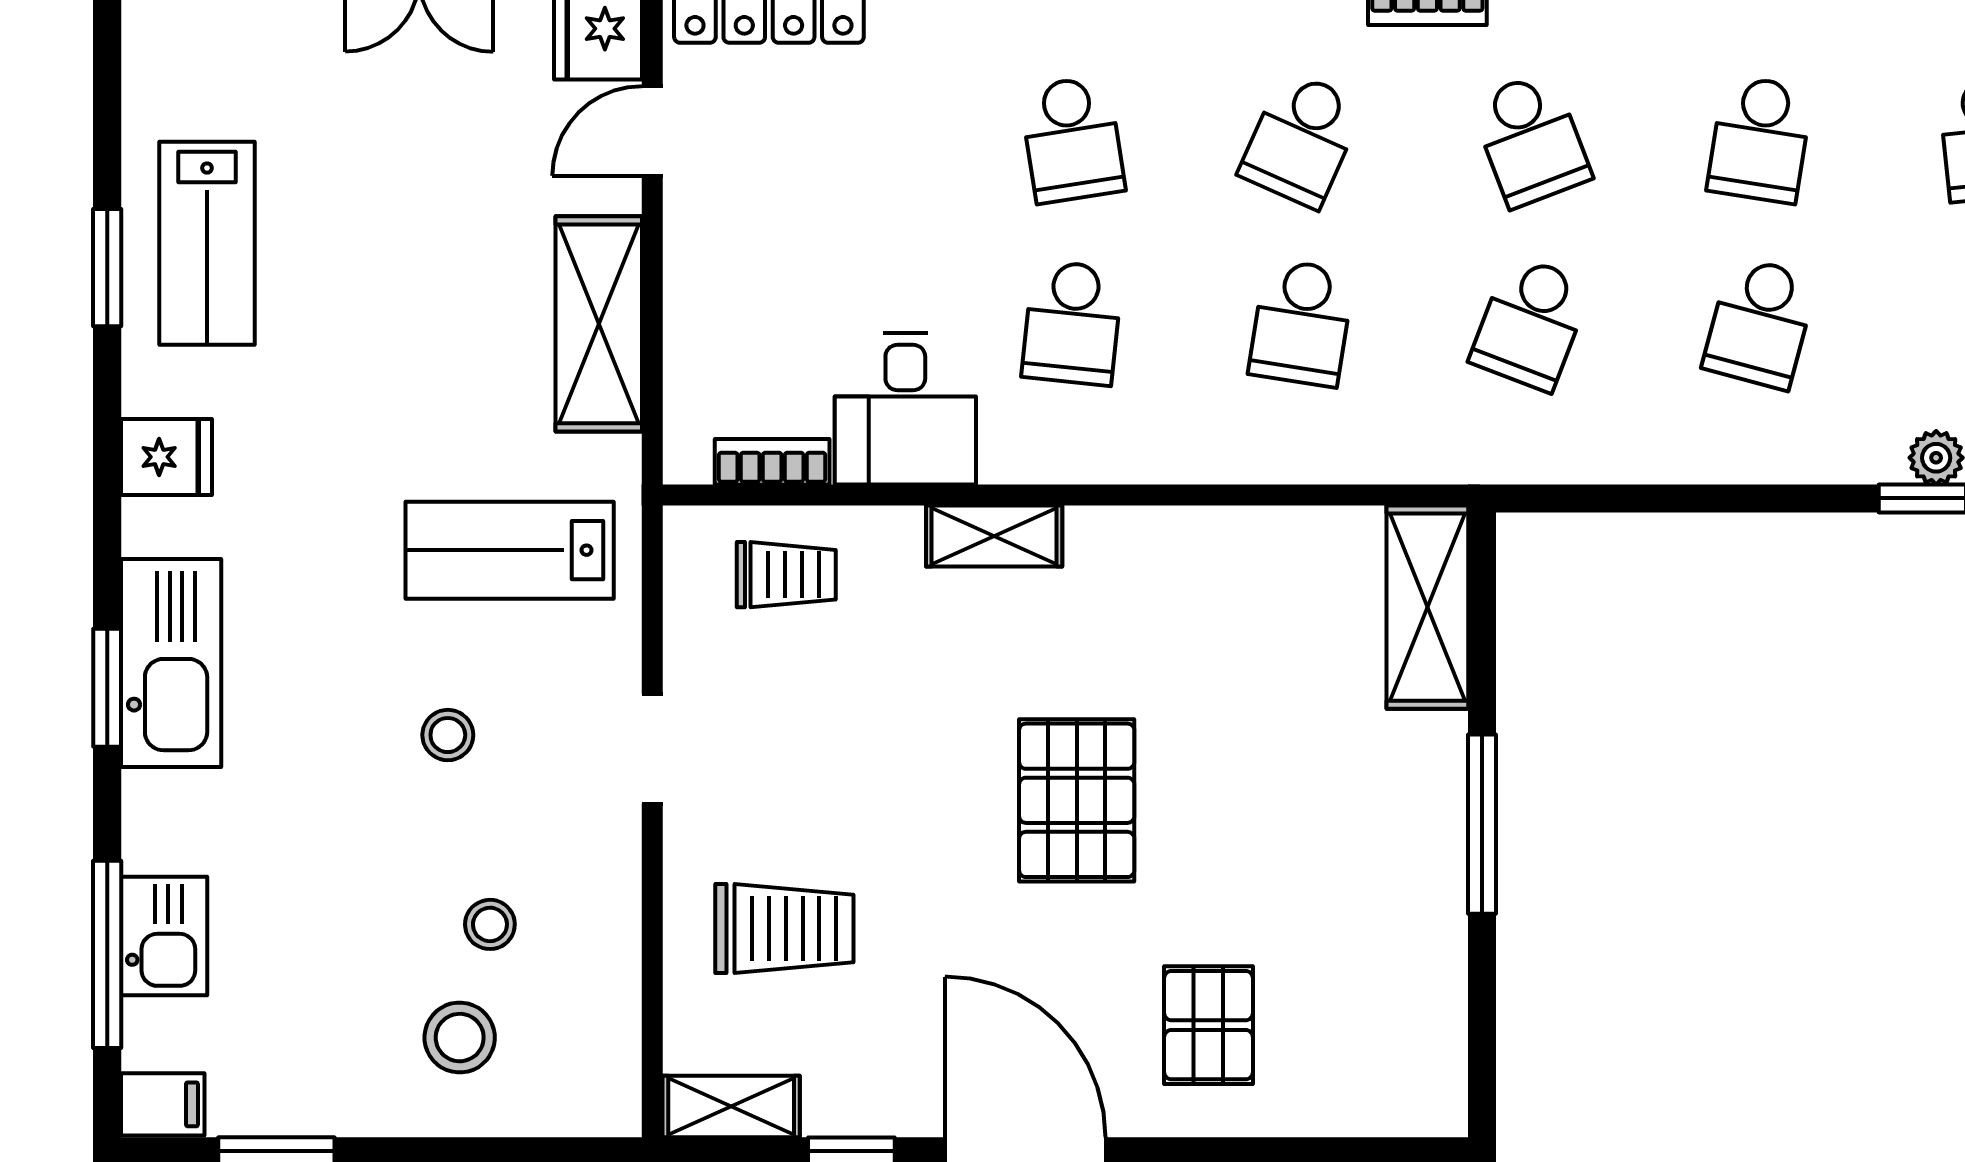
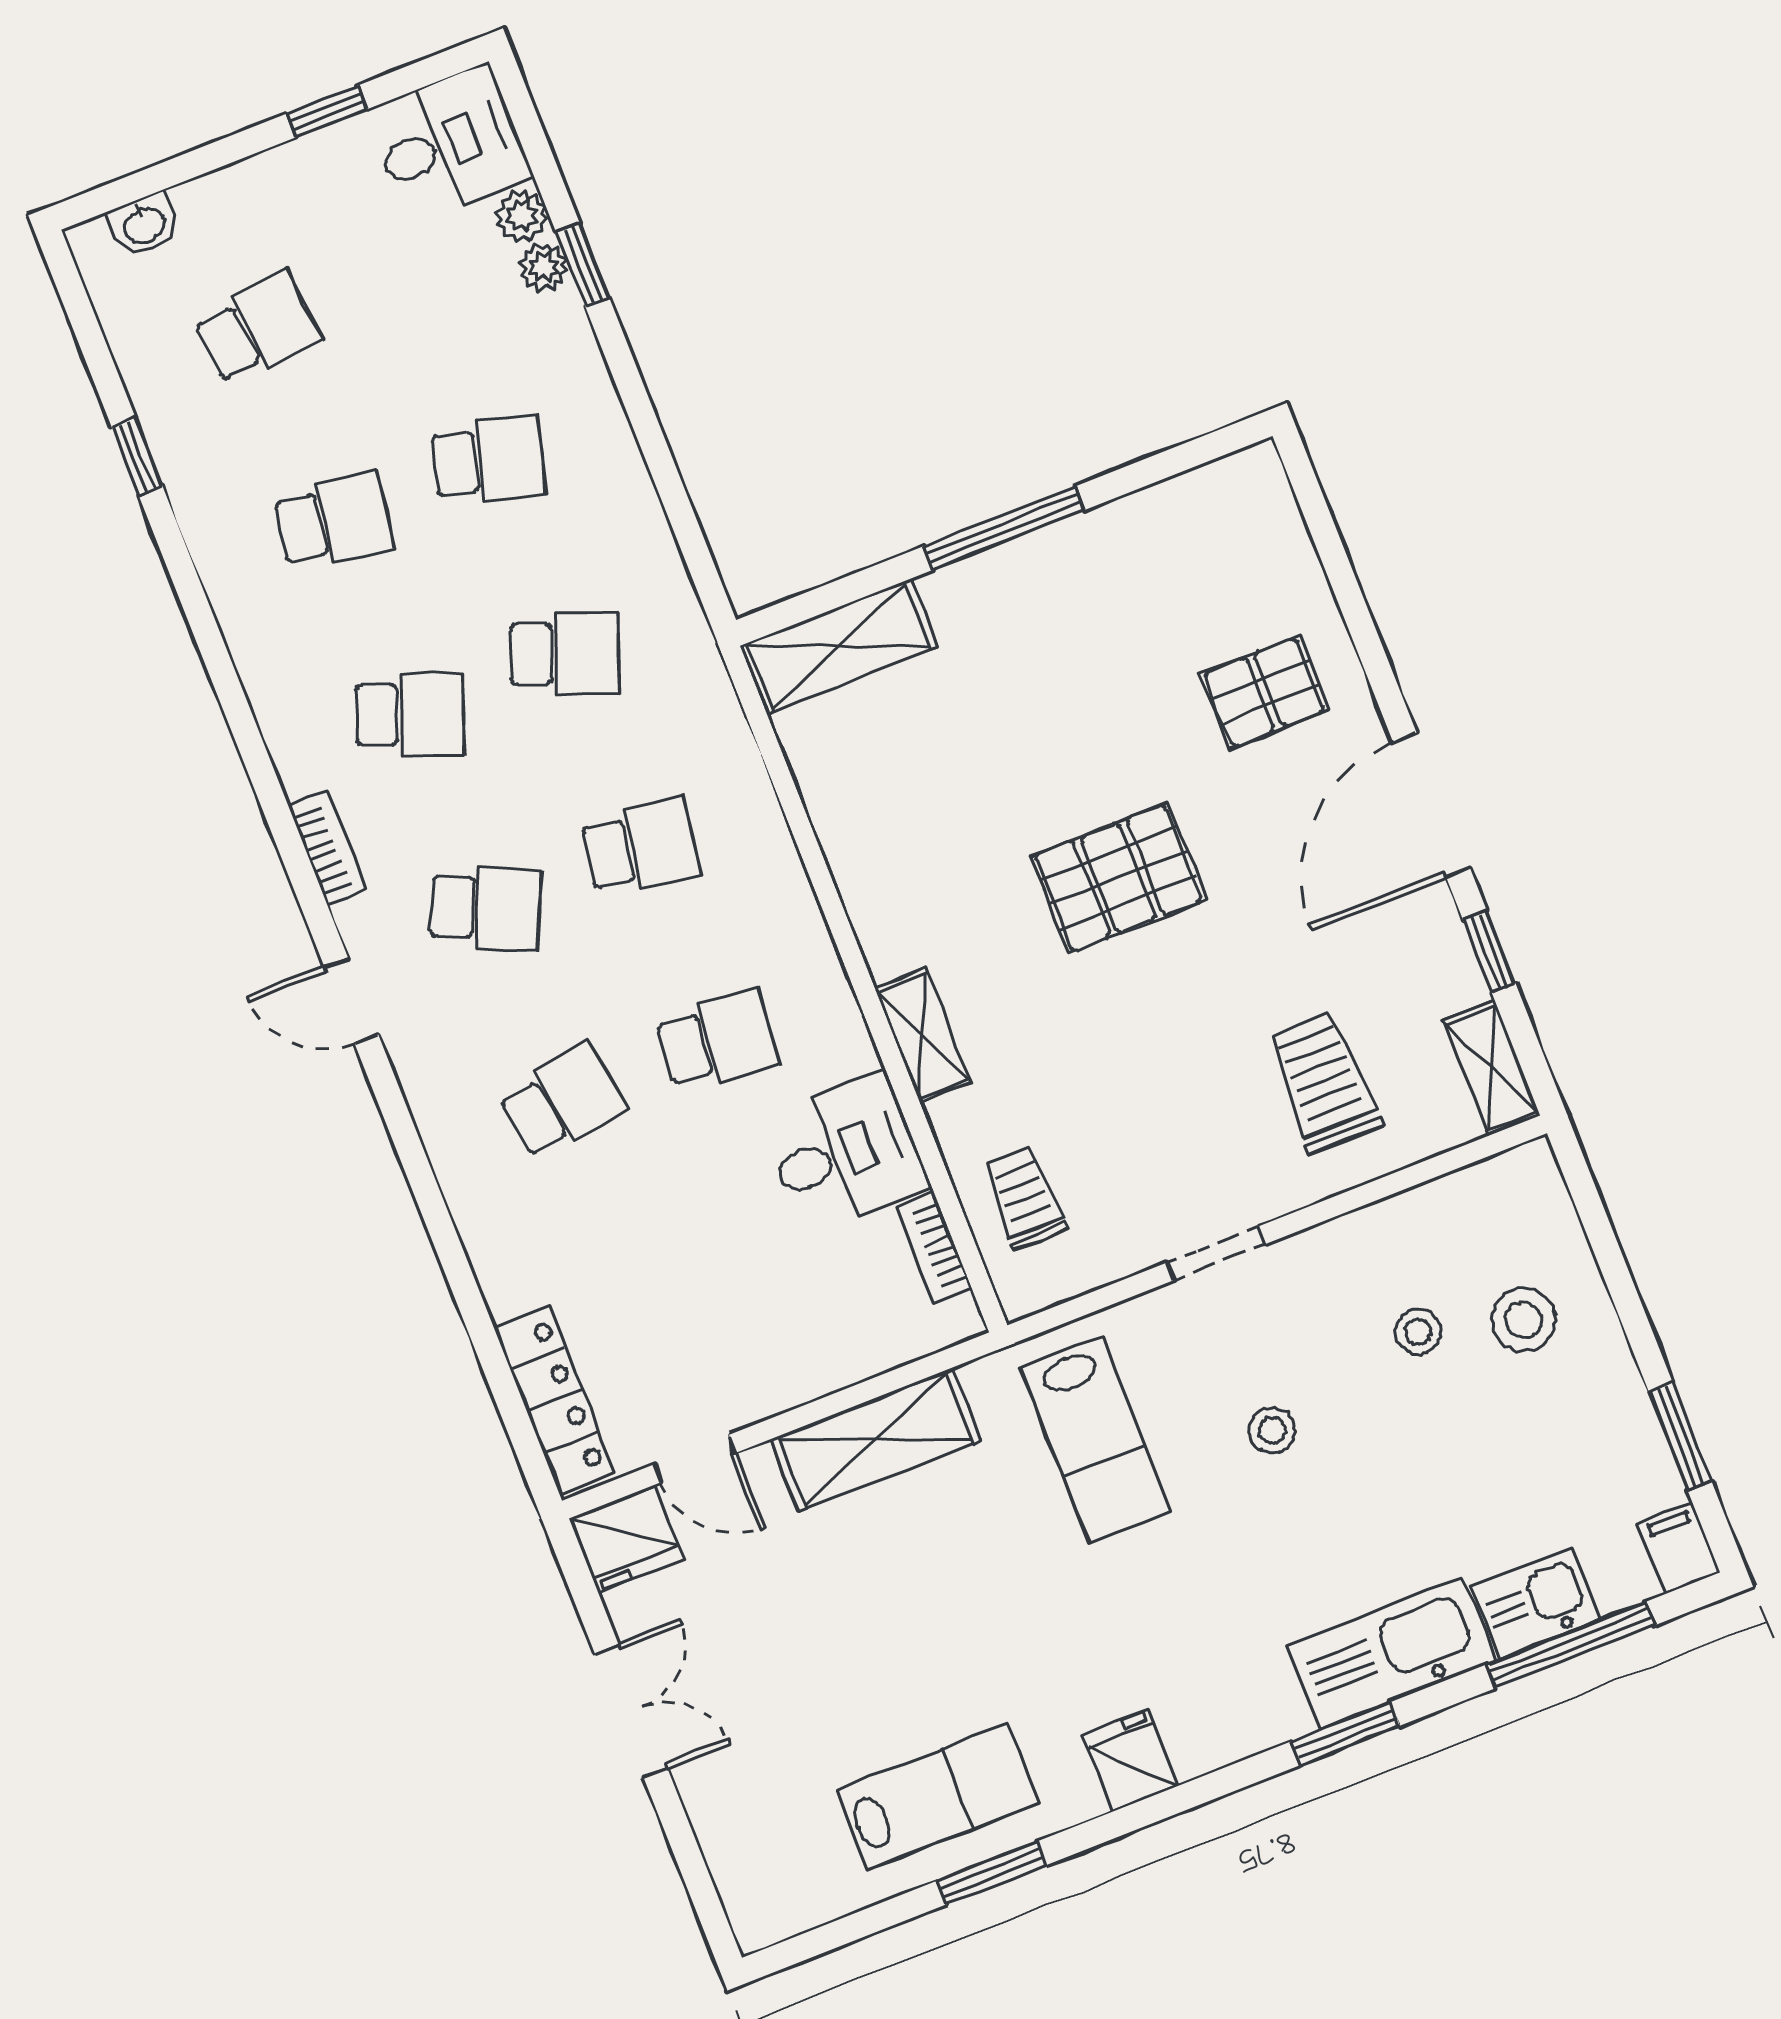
school desk: (1531, 139) -> (410, 715), turned 42
kitchen sink: (171, 663) -> (1391, 1653), moved

